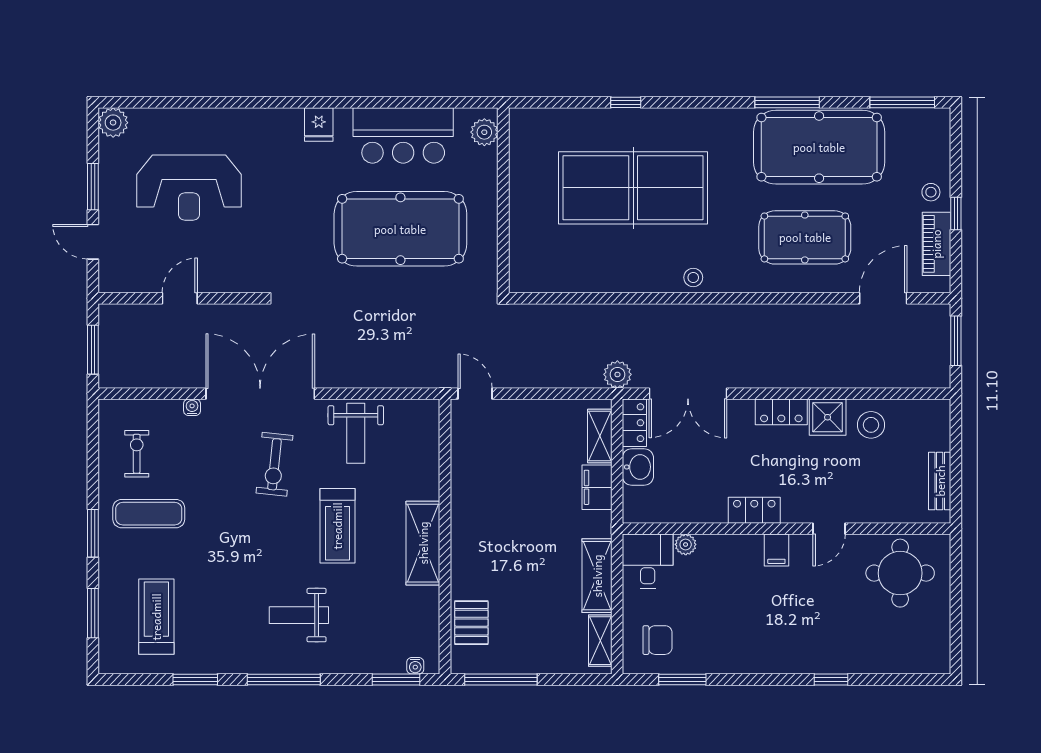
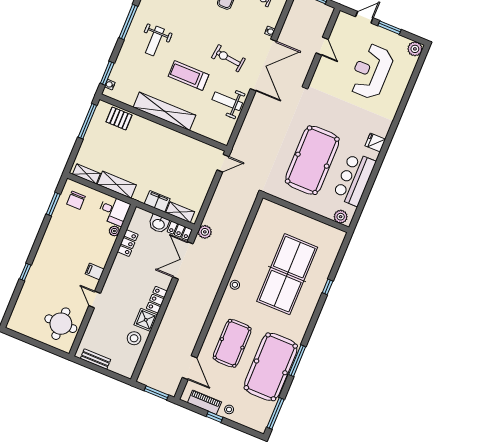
locker: (754, 510) -> (128, 243), moved
shelving: (423, 543) -> (164, 111), width x1.47
weight bench: (299, 615) -> (155, 41), turned 180

